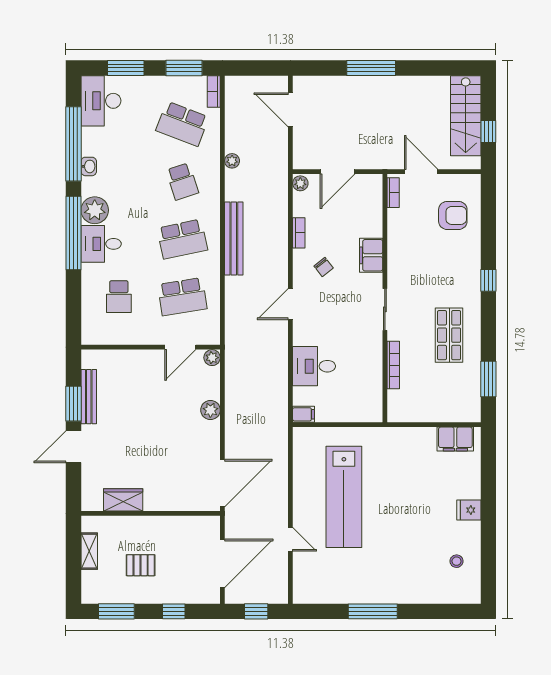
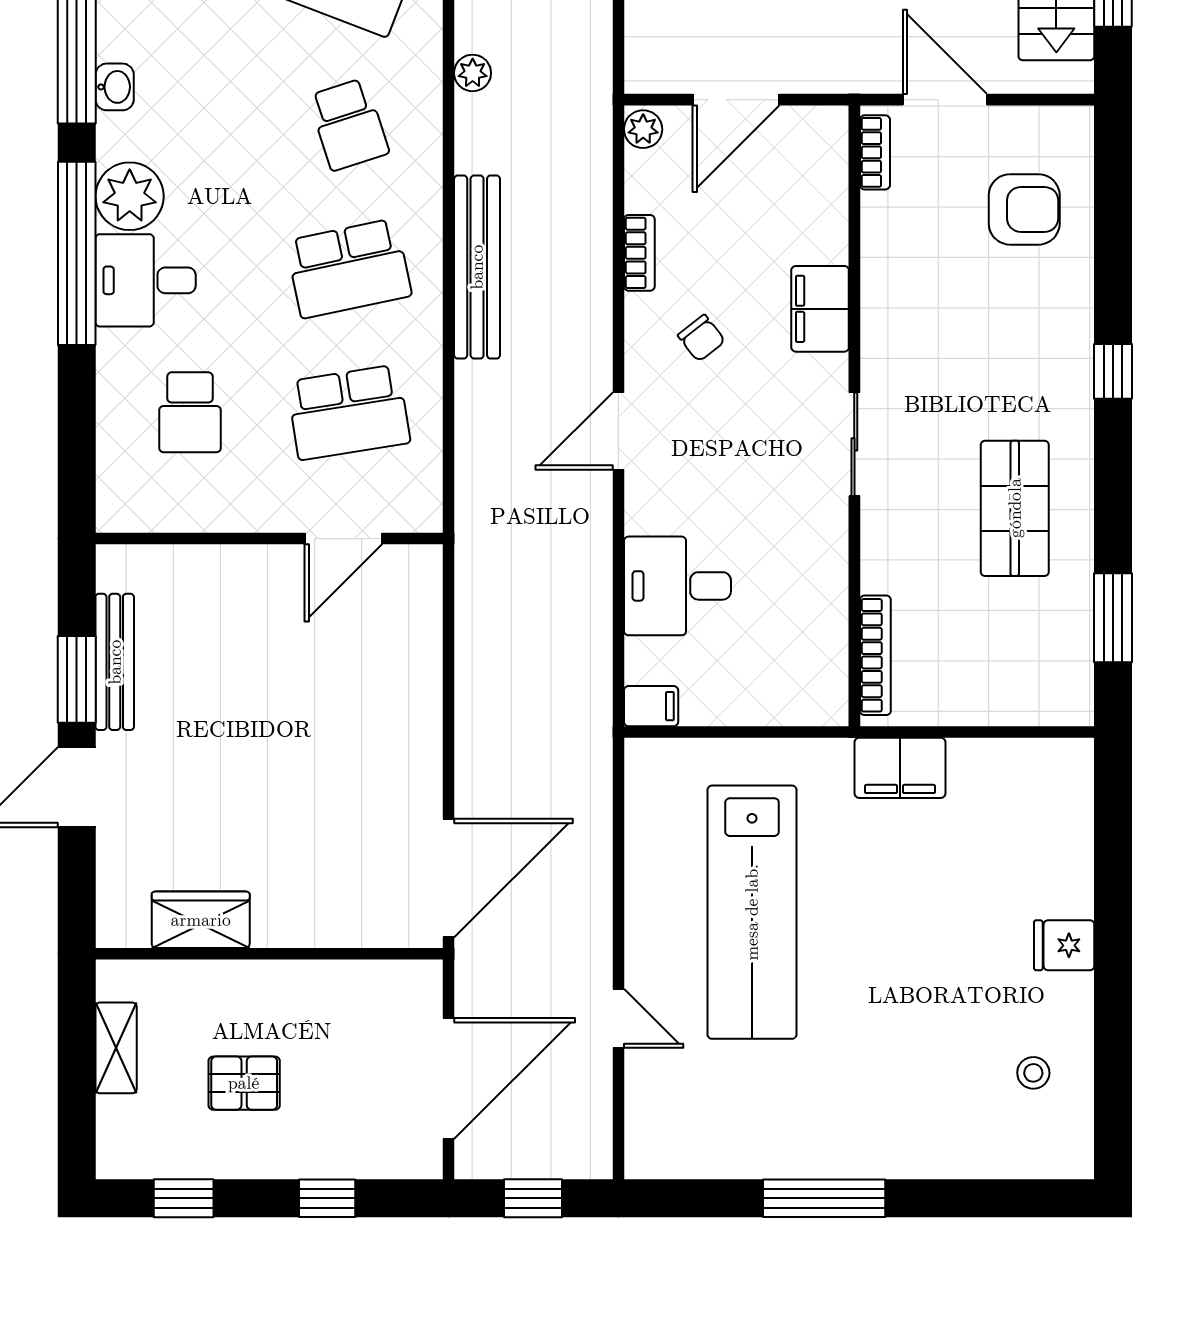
plant: (212, 358) -> (423, 564), removed
bookcase: (393, 365) -> (875, 655), moved
plant: (210, 410) -> (419, 695), removed
filing cabinet: (455, 439) -> (900, 768), moved
window: (116, 611) -> (184, 1198), width x0.67

